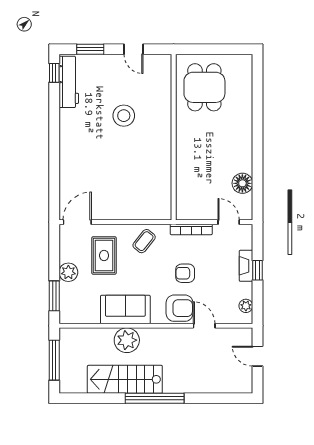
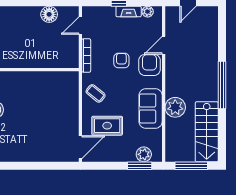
door: (77, 222) -> (80, 147), swing flipped
fireplace: (246, 266) -> (129, 12), moved
plant: (68, 272) -> (144, 154), moved
armchair: (185, 273) -> (121, 60), turned 180
stairs: (125, 379) -> (207, 132), moved

